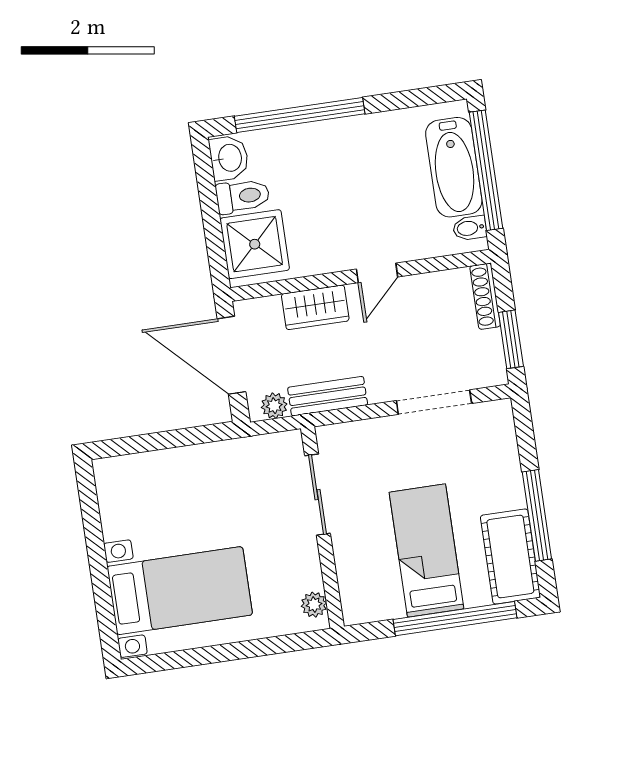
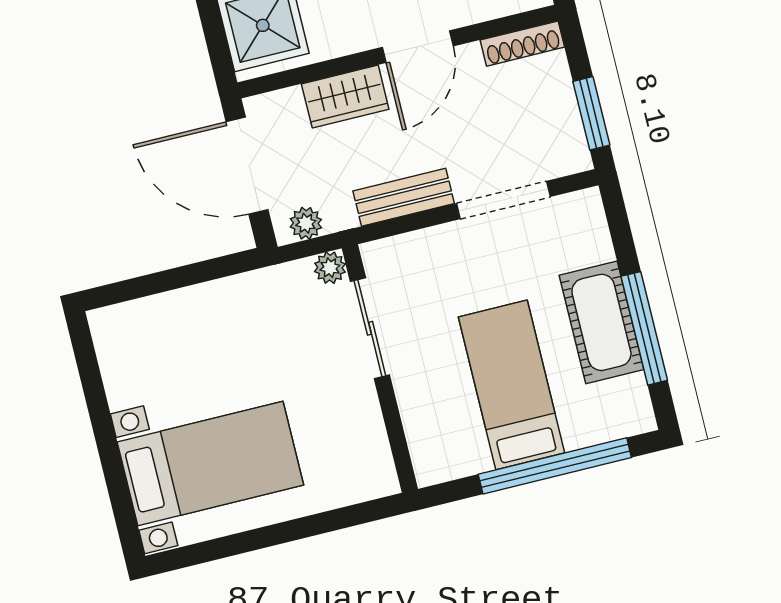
door: (377, 273) -> (418, 47), width x1.38
shoe rack: (485, 296) -> (522, 44), moved, turned -90
bench: (328, 396) -> (404, 197), moved
cot: (510, 556) -> (601, 322), moved
plant: (314, 605) -> (330, 268), moved

